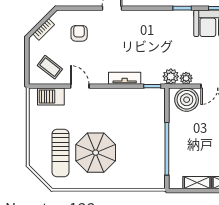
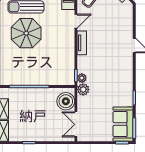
armchair: (79, 33) -> (115, 21), removed
tv unit: (125, 78) -> (82, 43), moved
plant: (186, 78) -> (82, 78), moved

